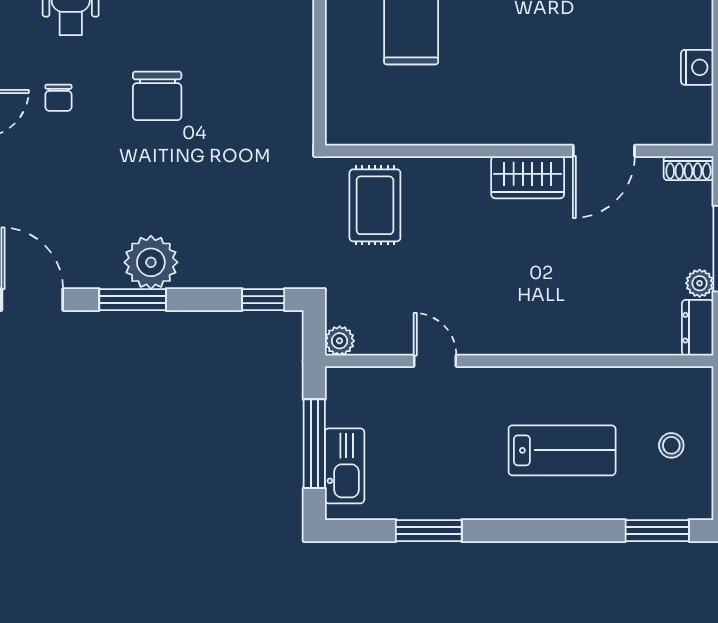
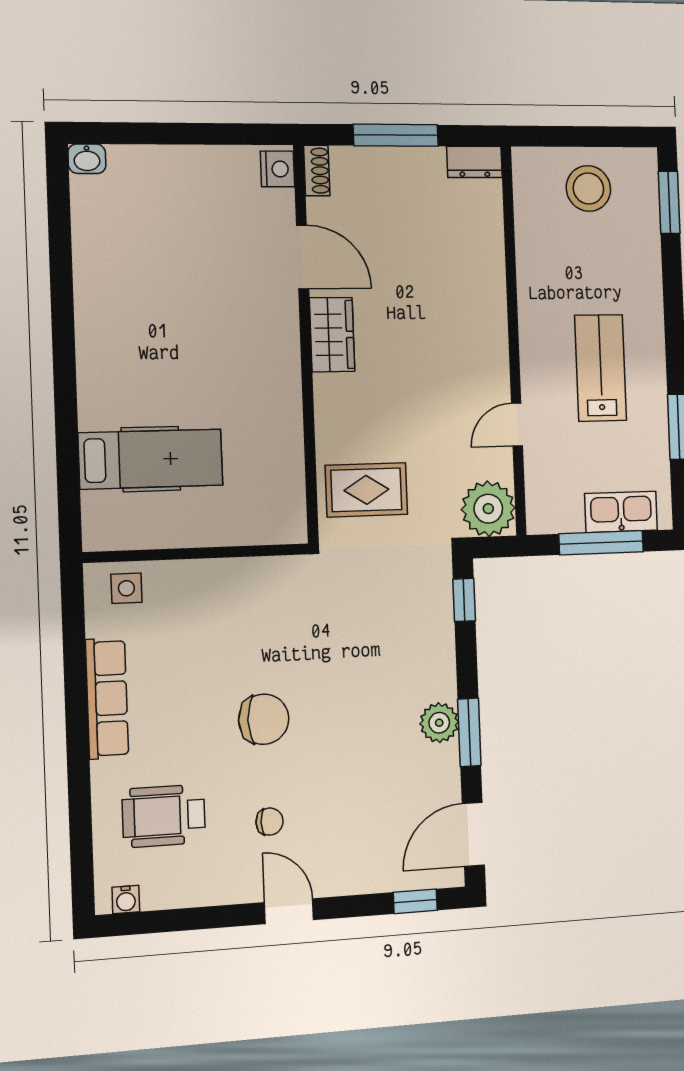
nightstand: (697, 67) -> (277, 169), moved, turned 90
plant: (151, 262) -> (439, 723), width x0.73, depth x0.73
plant: (700, 283) -> (431, 160), removed
plant: (340, 341) -> (488, 509), width x1.87, depth x1.87
stool: (671, 445) -> (588, 188), width x1.89, depth x1.89
lab bench: (562, 450) -> (601, 368), moved

